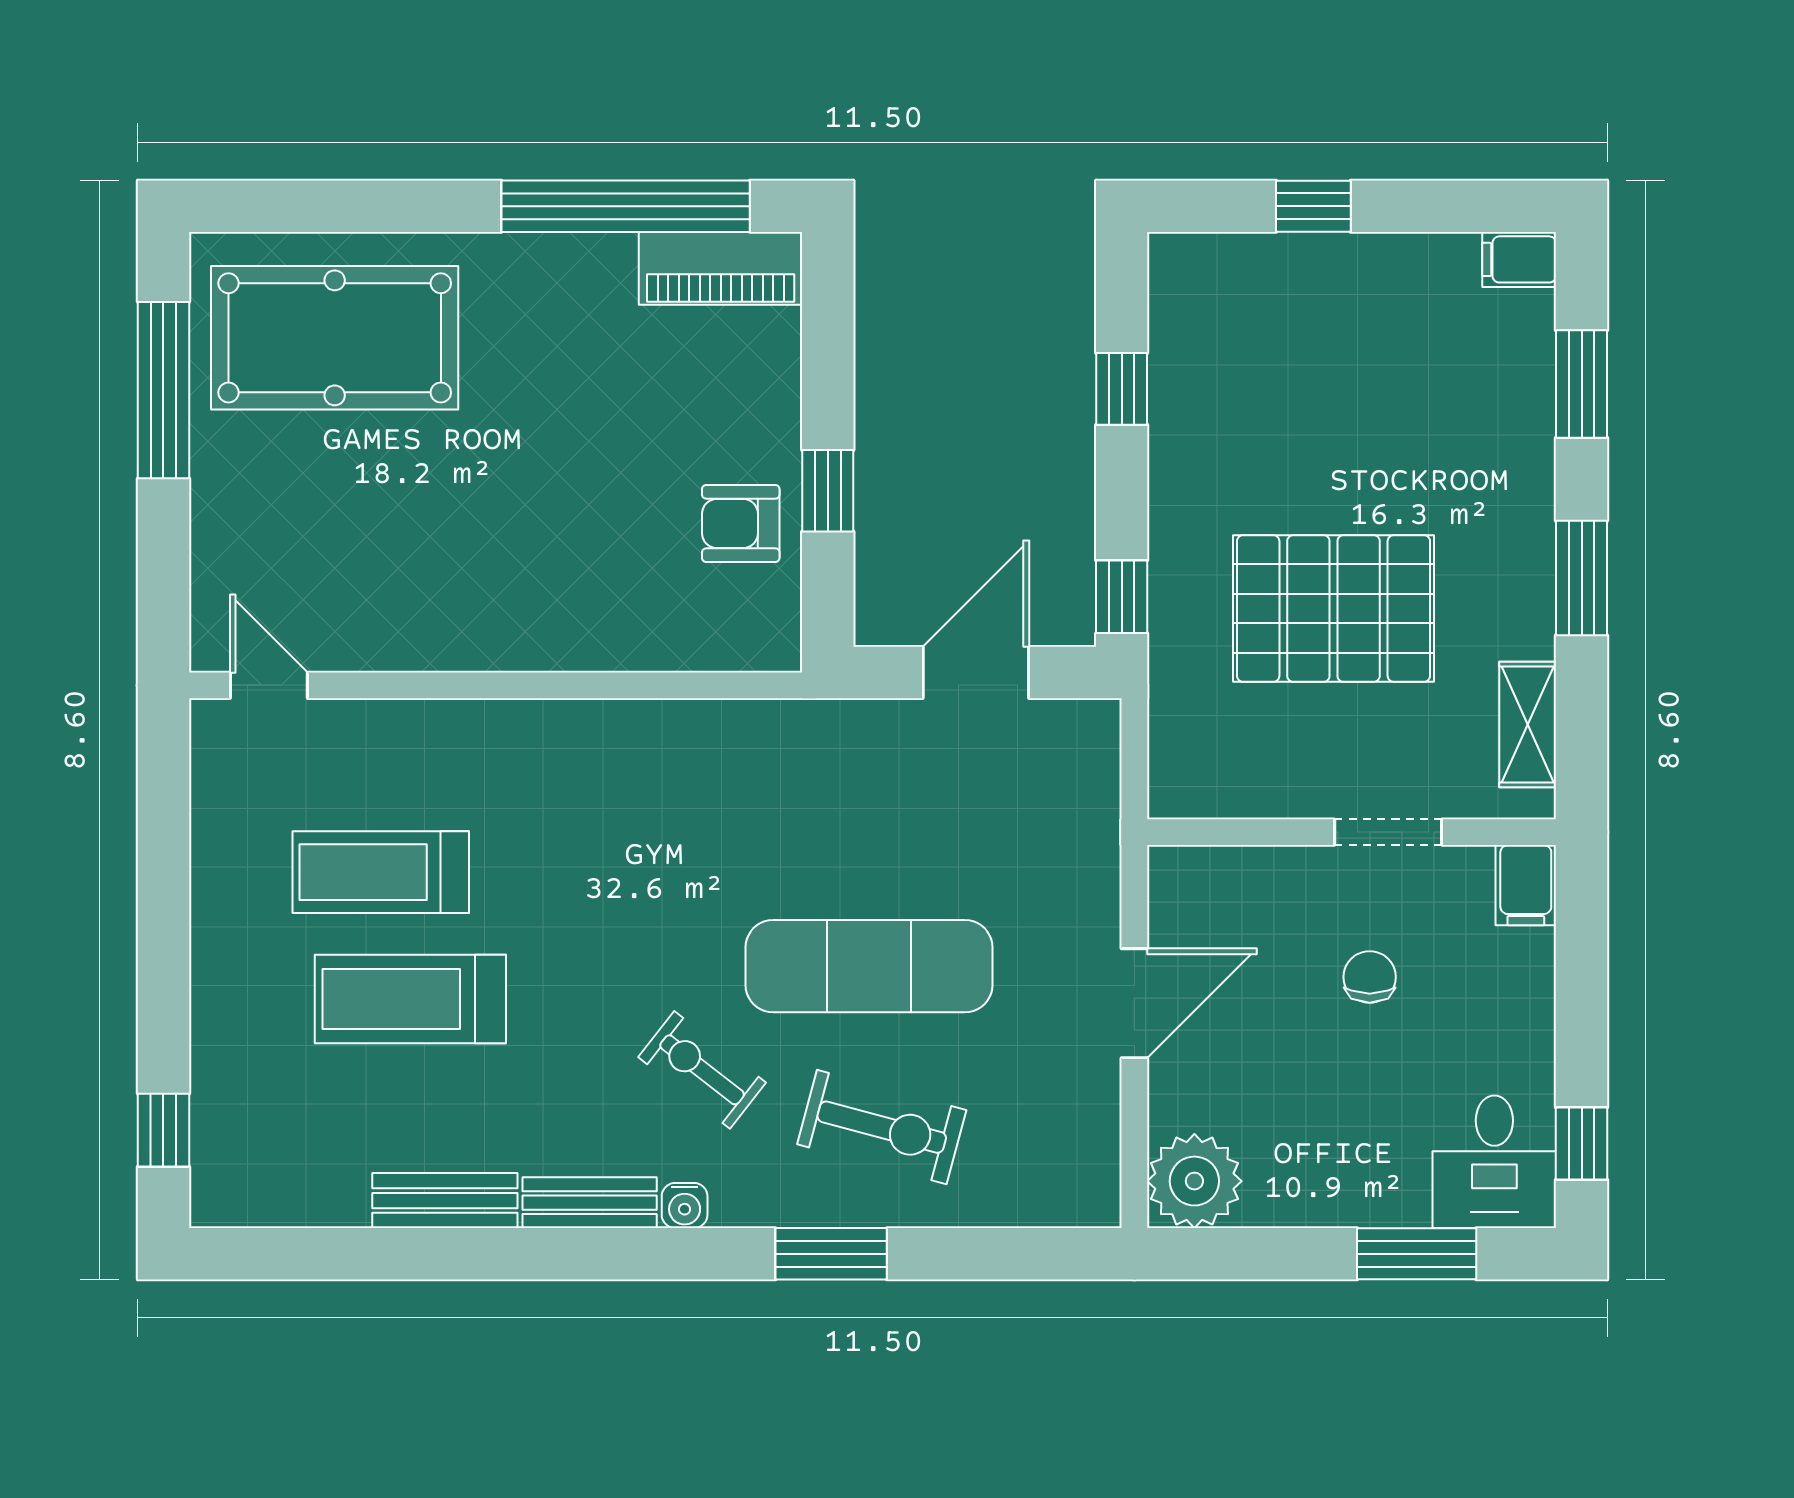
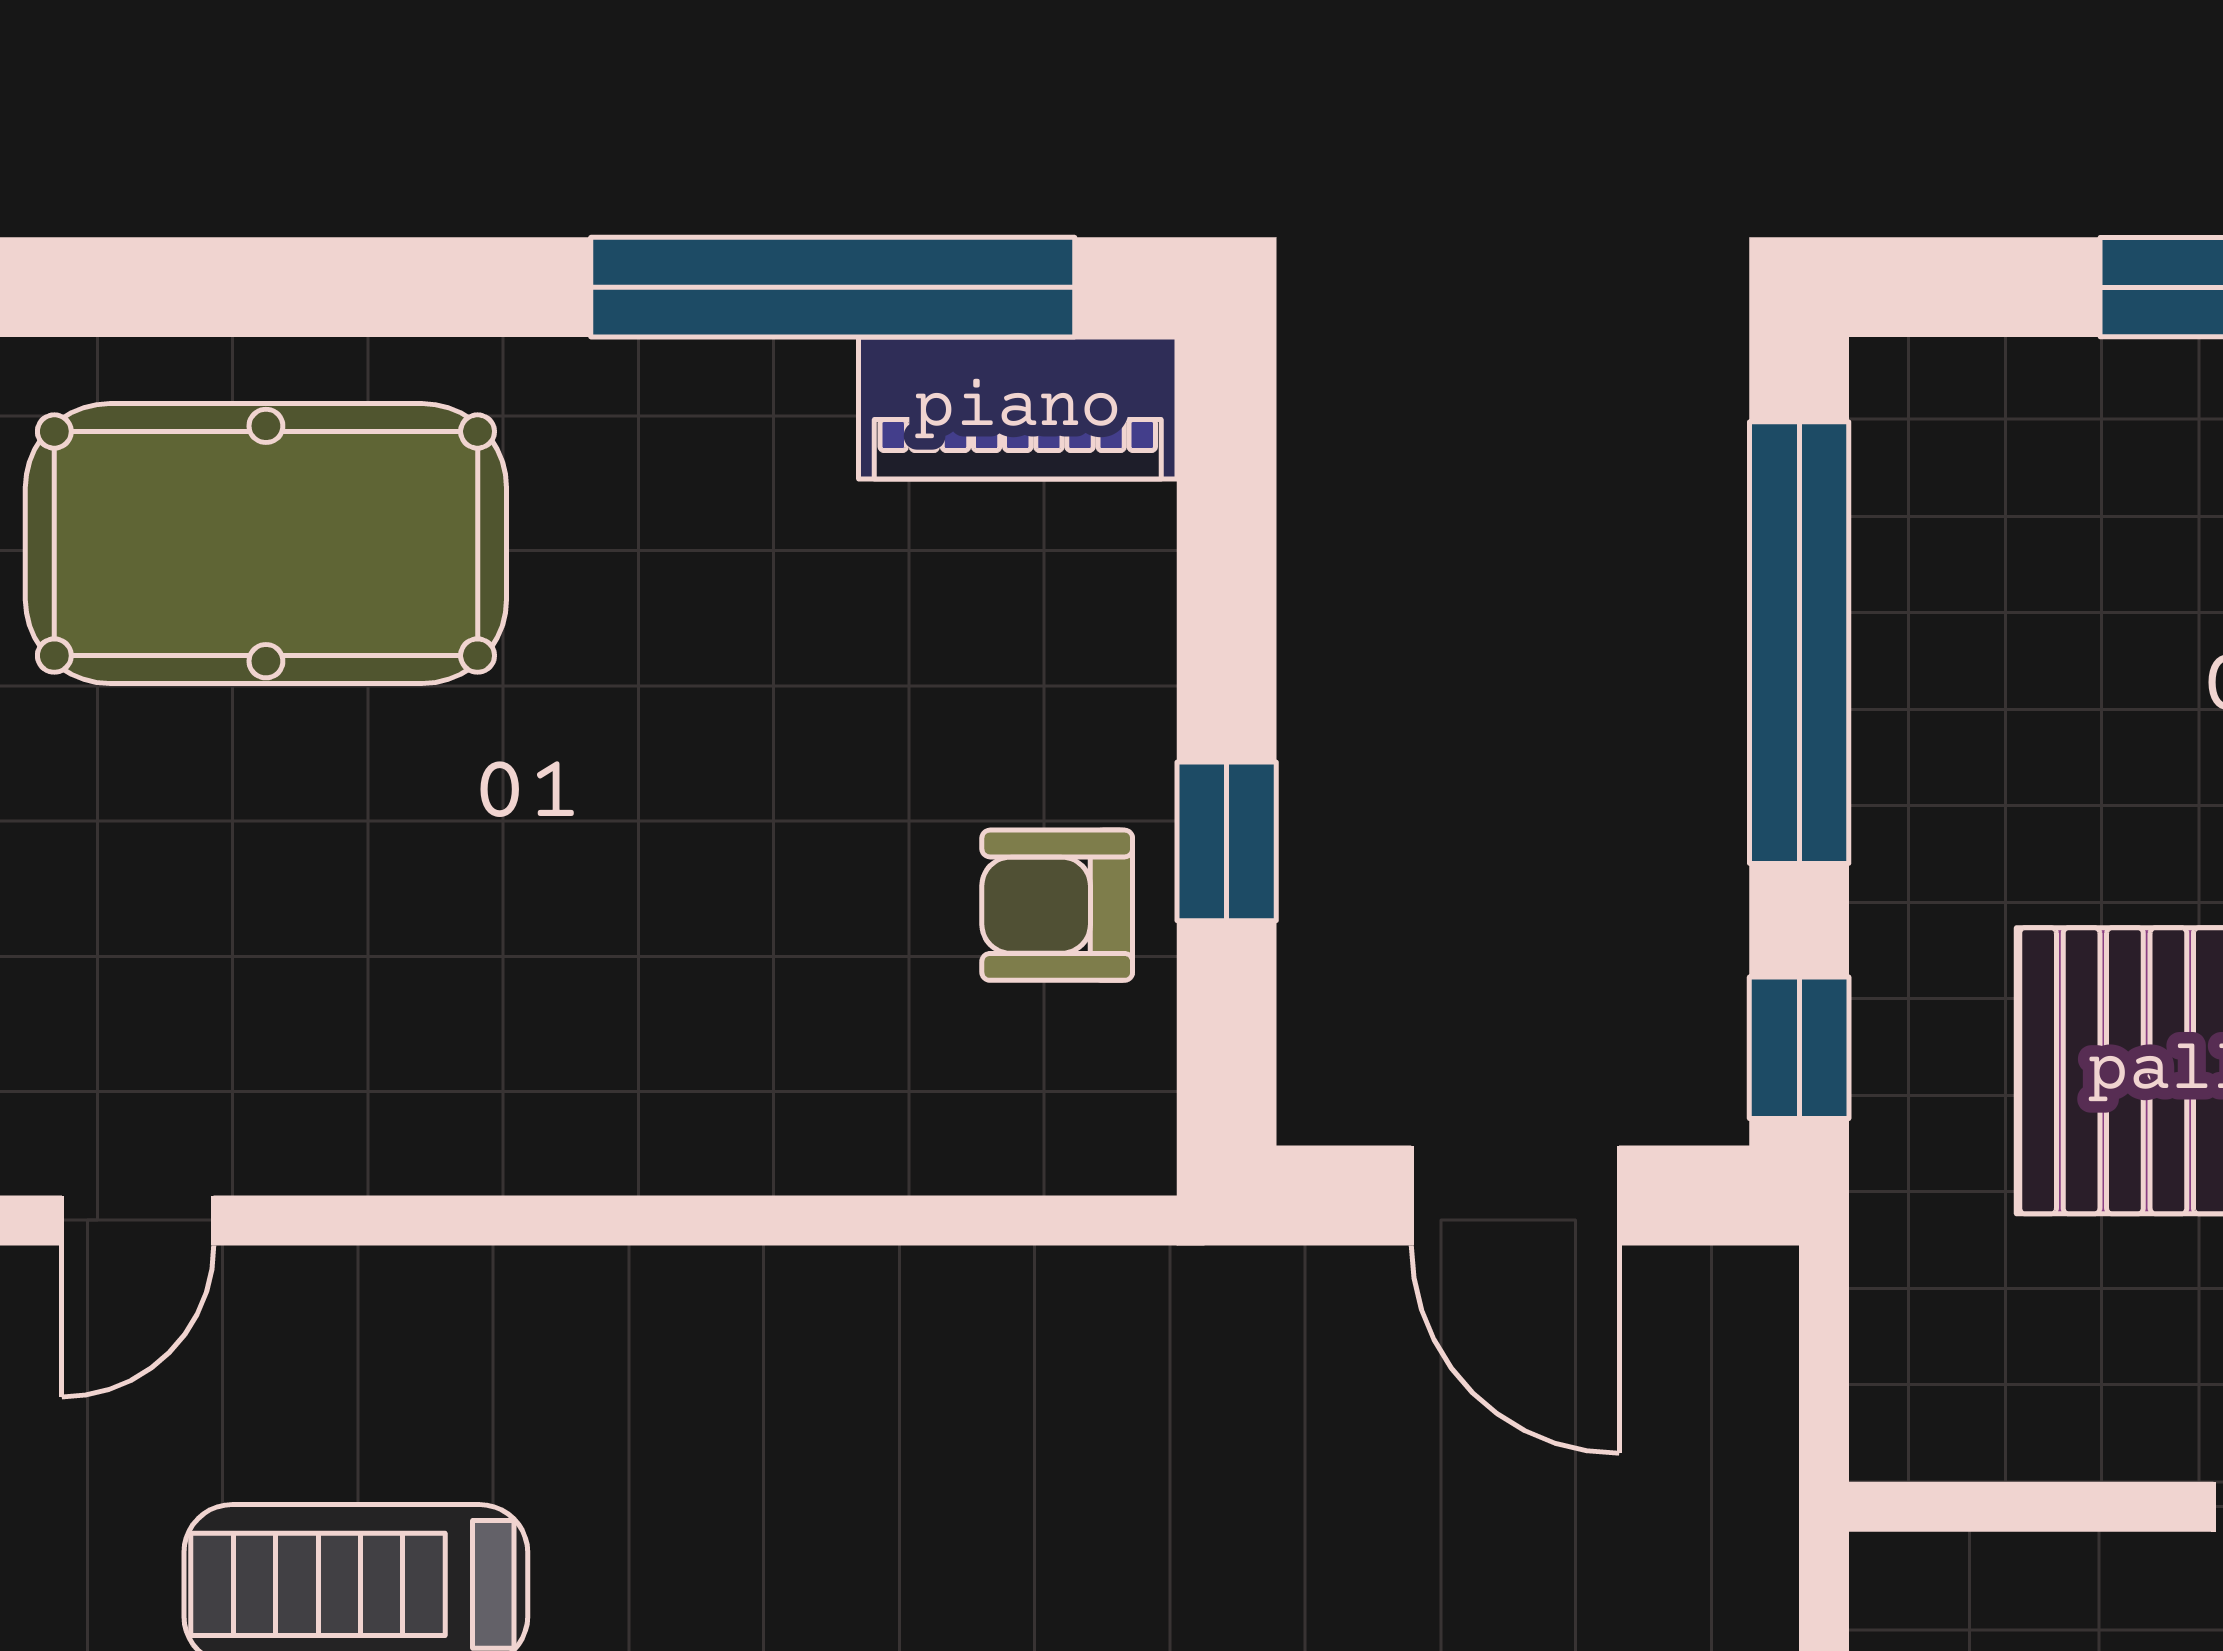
window: (1122, 389) -> (1799, 643), width x3.17
door: (976, 673) -> (1515, 1196), swing flipped
door: (269, 685) -> (138, 1220), swing flipped

